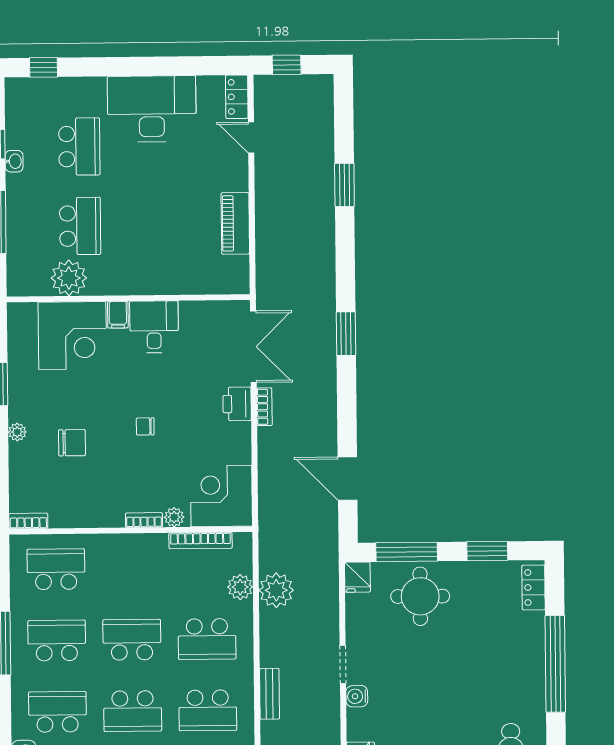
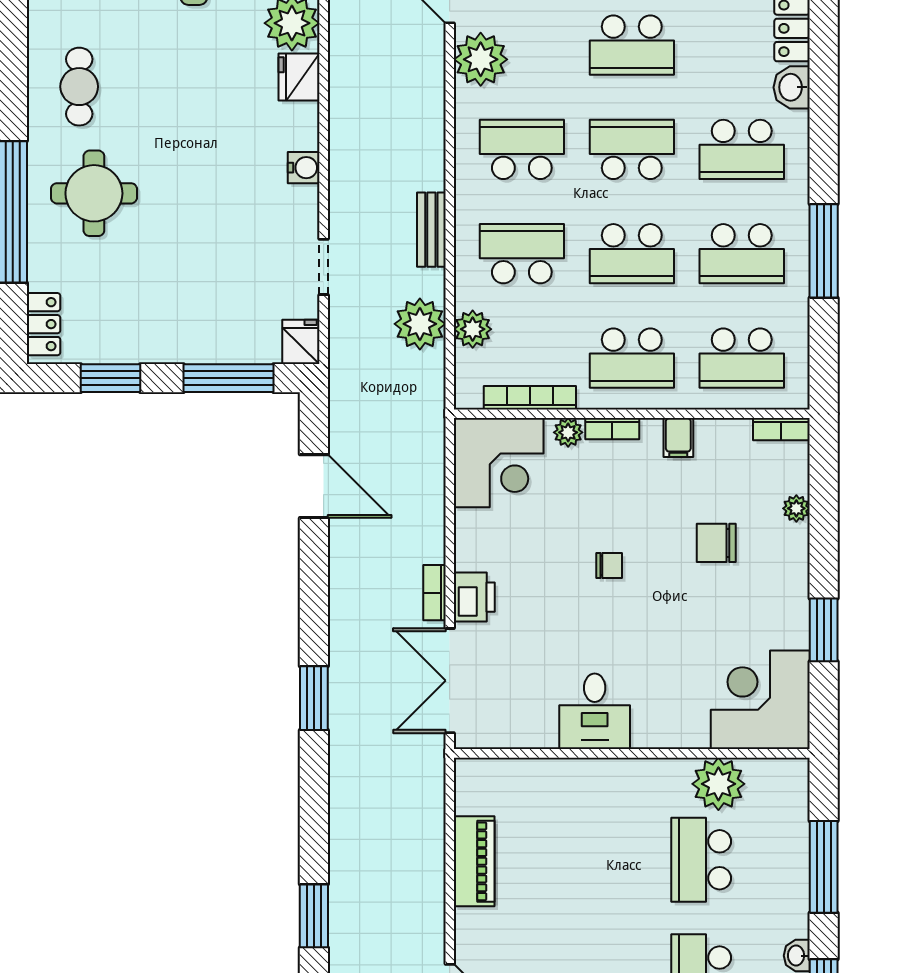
filing cabinet: (118, 315) -> (678, 438), moved, turned 180
corner desk: (72, 335) -> (760, 700), moved
plant: (17, 432) -> (796, 508), moved
school desk: (131, 568) -> (632, 358), added
round table: (420, 596) -> (94, 193), moved
doorway: (343, 664) -> (324, 267), moved
bench: (269, 694) -> (431, 230), moved

